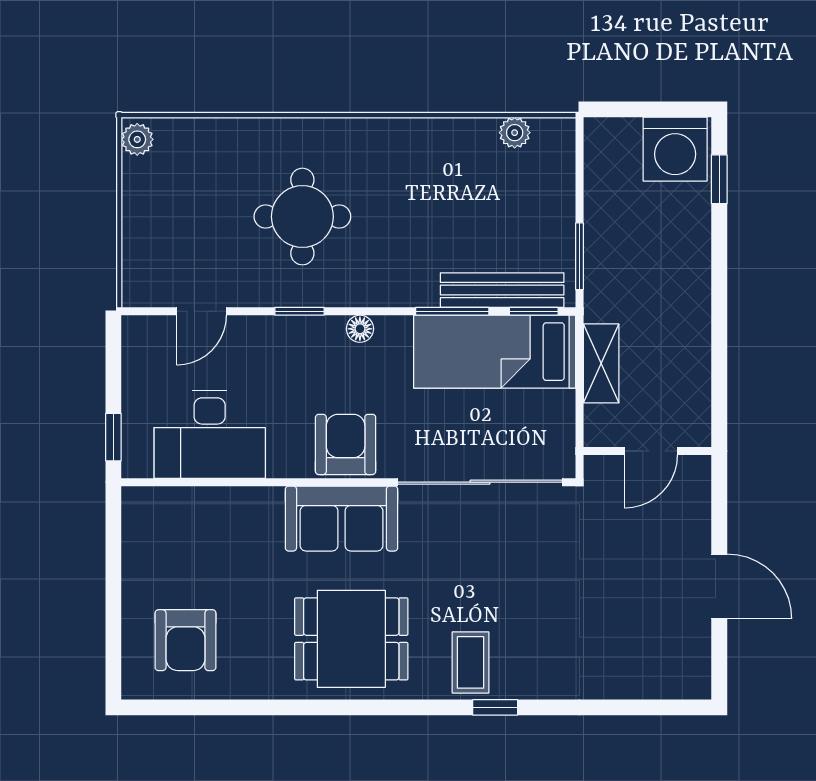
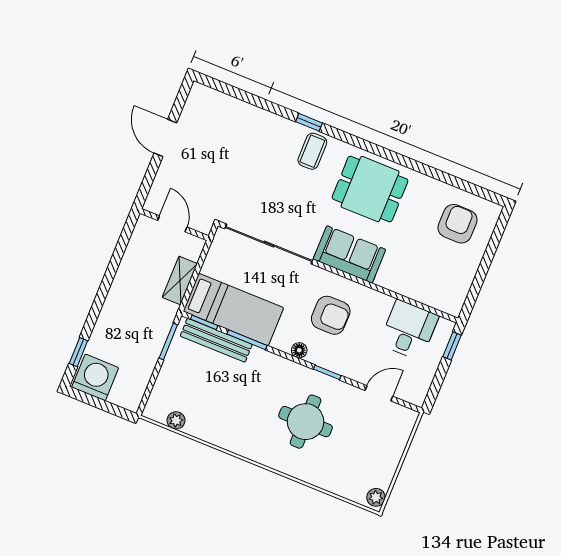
desk: (210, 435) -> (409, 330), width x0.73
armchair: (346, 444) -> (331, 315), moved, turned -90
door: (651, 451) -> (172, 224), hinge flipped

